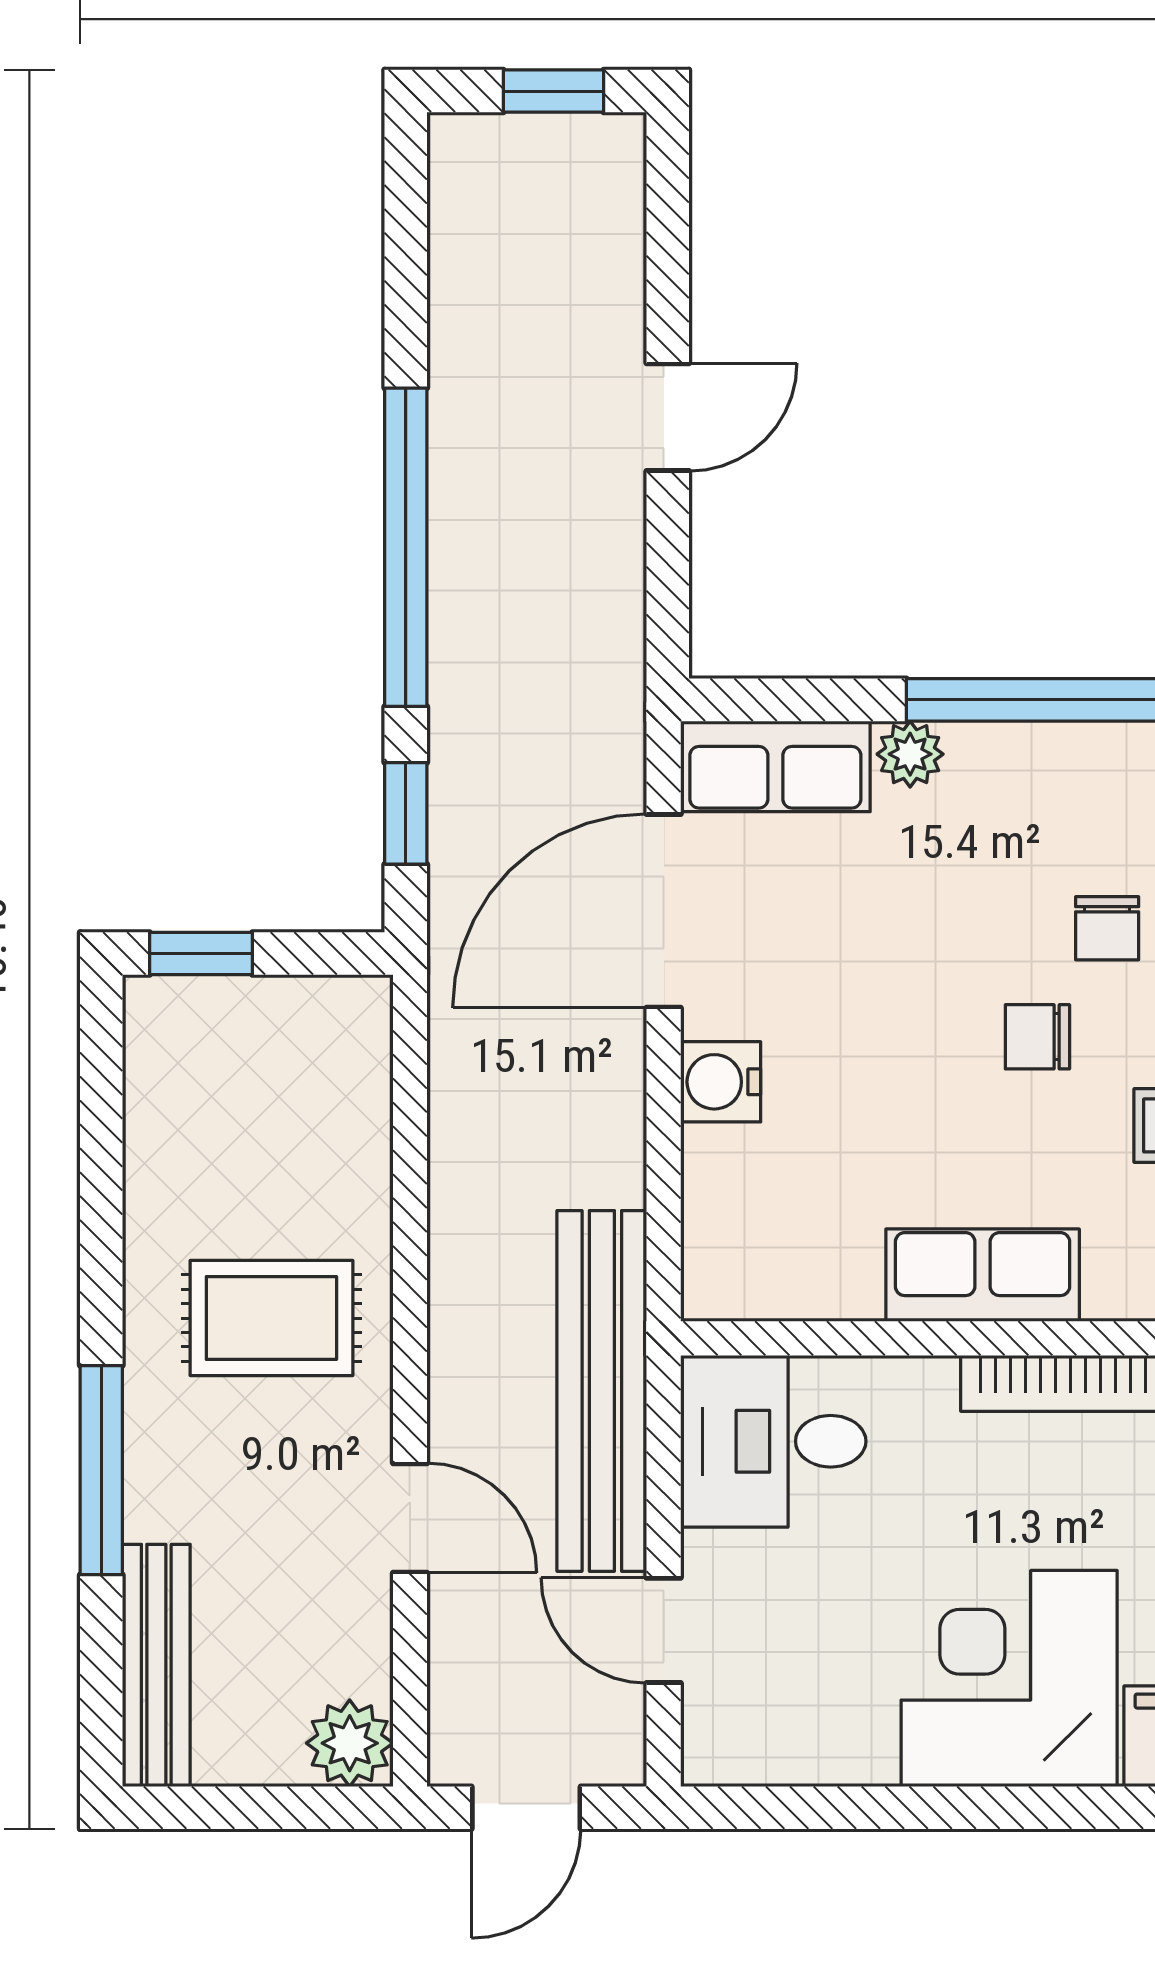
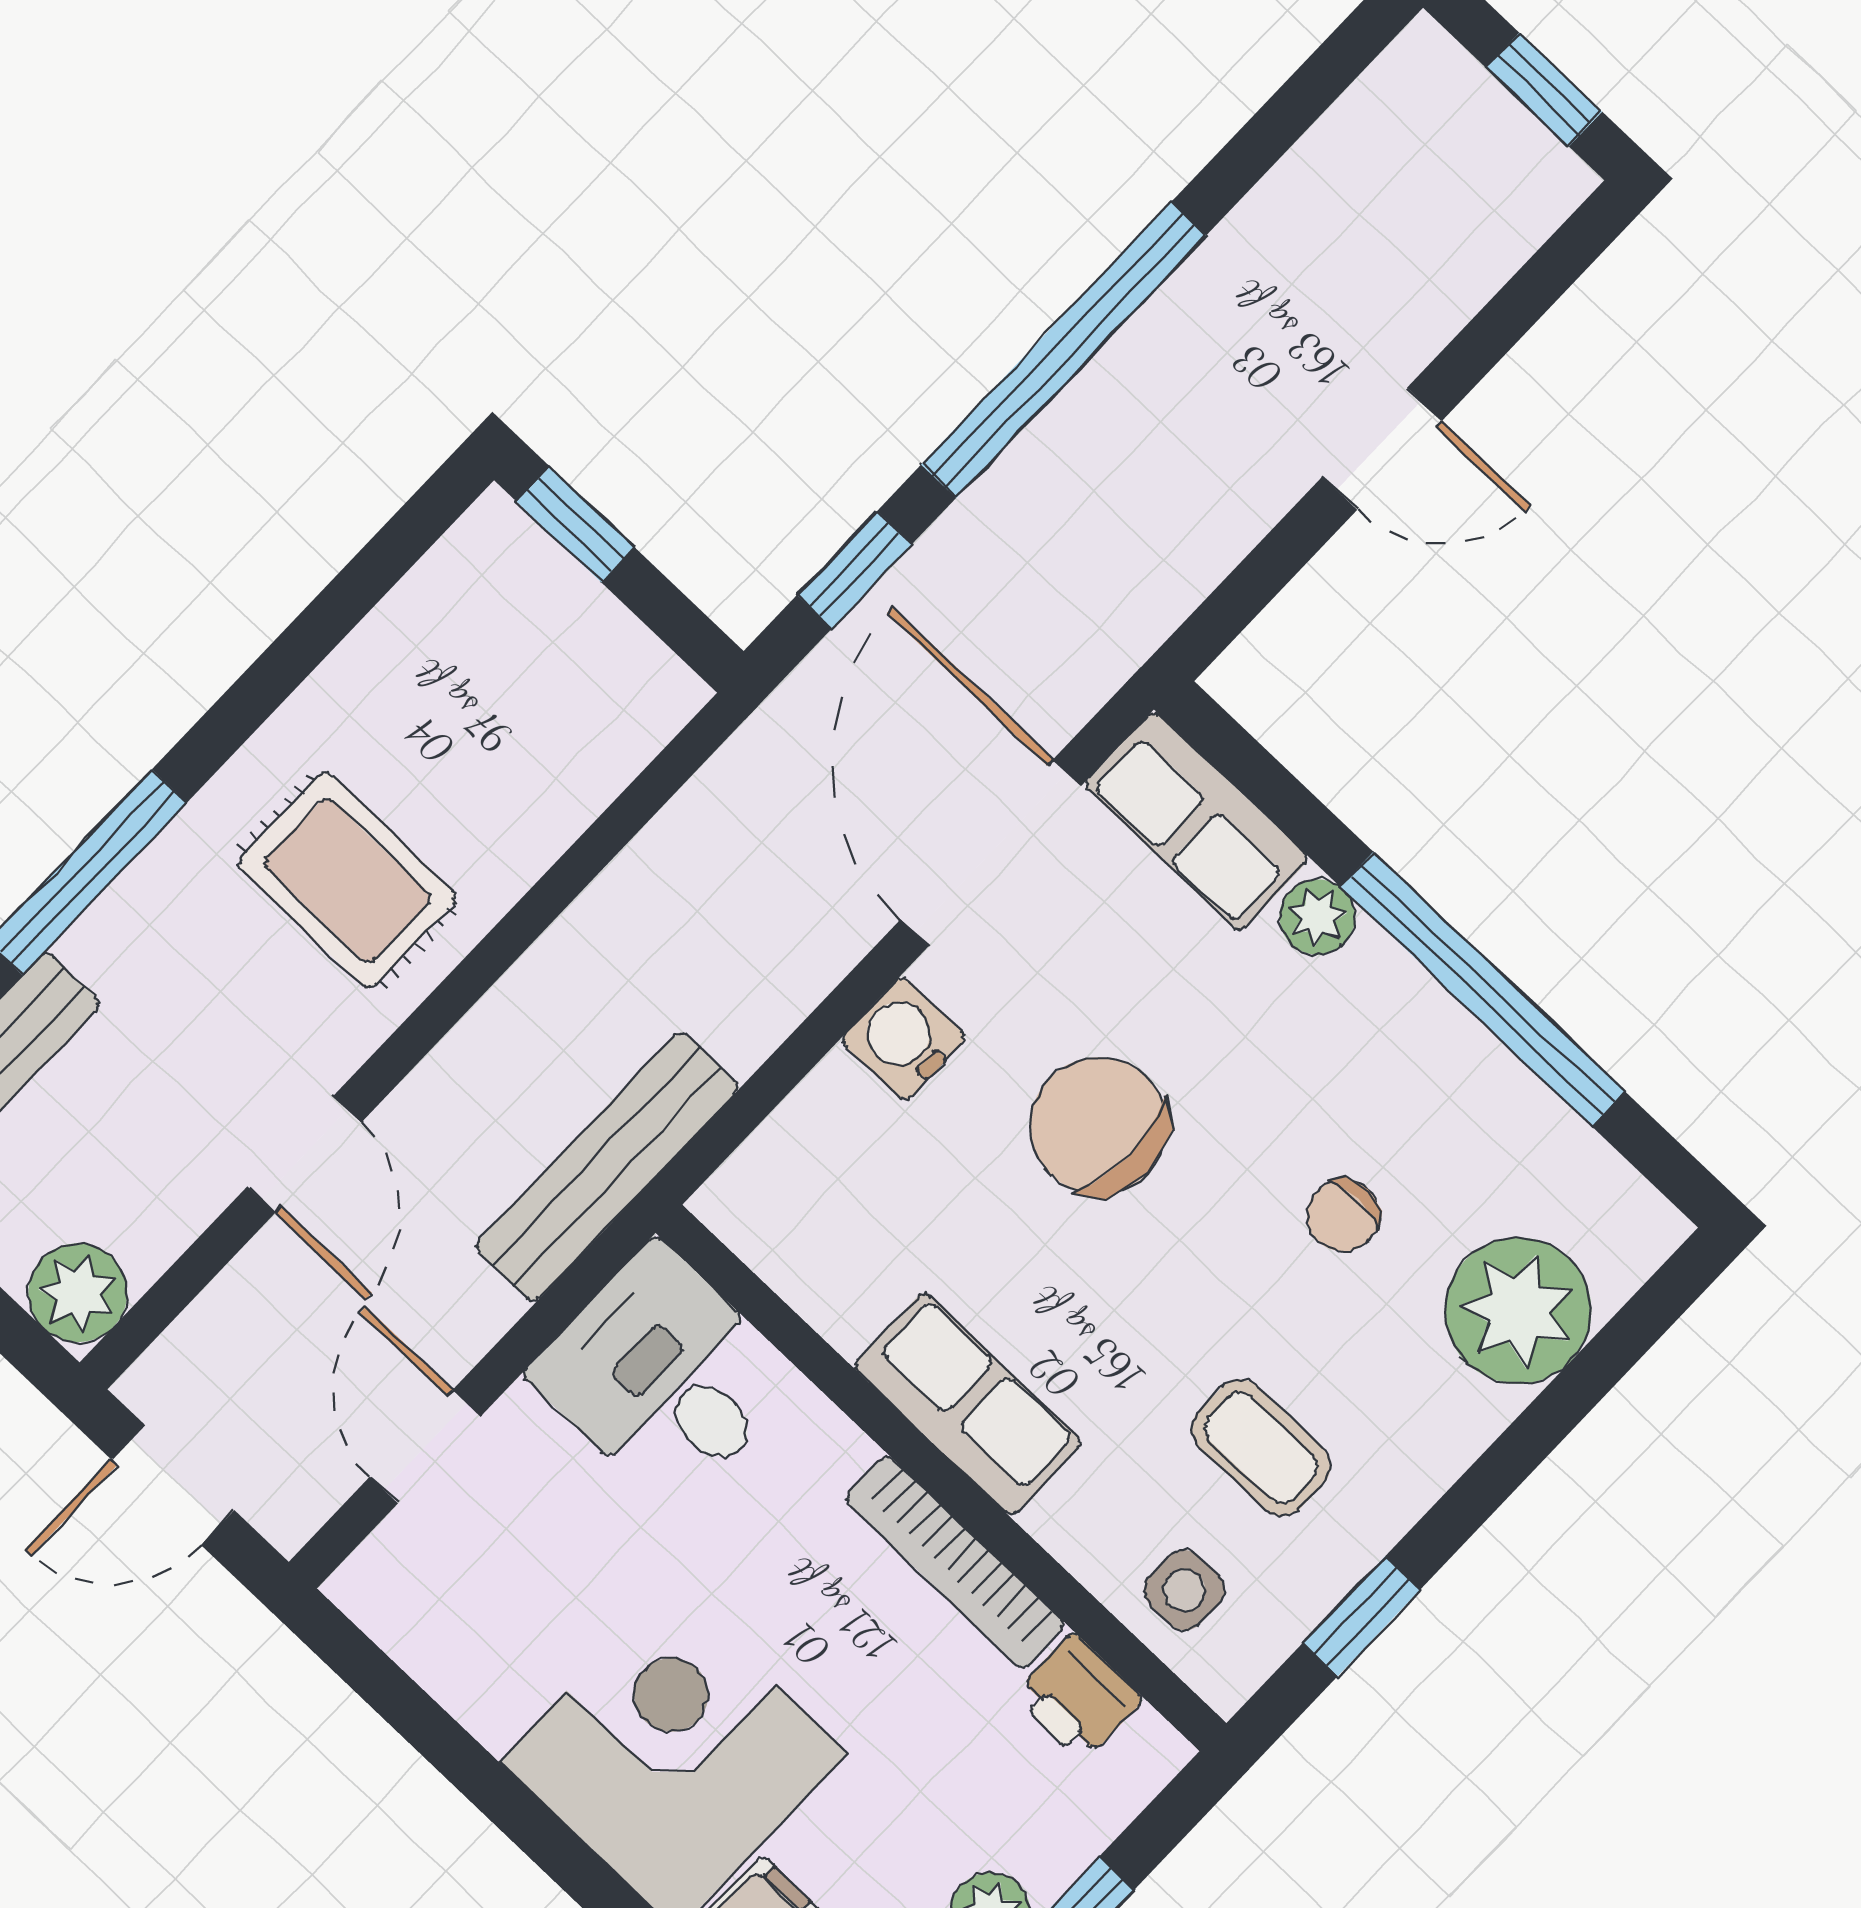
door: (664, 911) -> (991, 853), hinge flipped
chair: (1037, 1037) -> (1099, 1126), moved, width x1.87, depth x1.87
bench: (602, 1391) -> (607, 1167), width x0.73, depth x0.82

